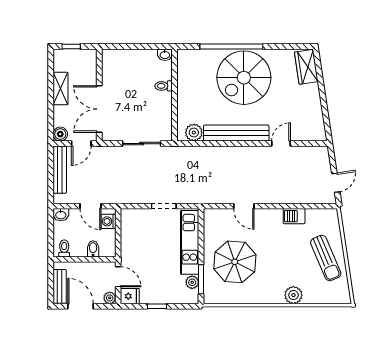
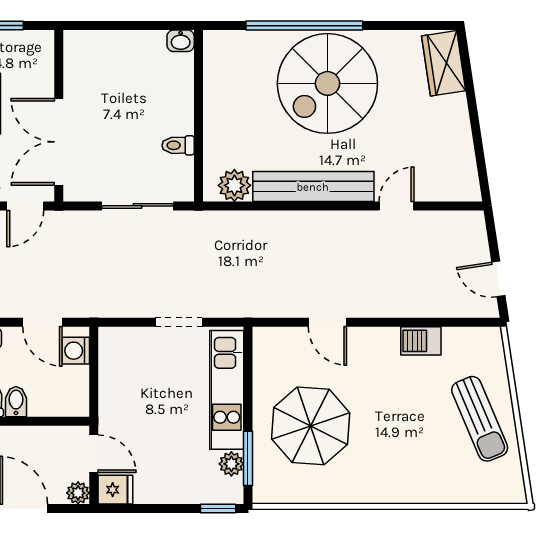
toilet: (164, 86) -> (178, 145), moved
door: (336, 183) -> (498, 279), swing flipped
bidet: (93, 249) -> (16, 402), moved
plant: (293, 295) -> (420, 488), removed
window: (157, 306) -> (218, 509), moved

